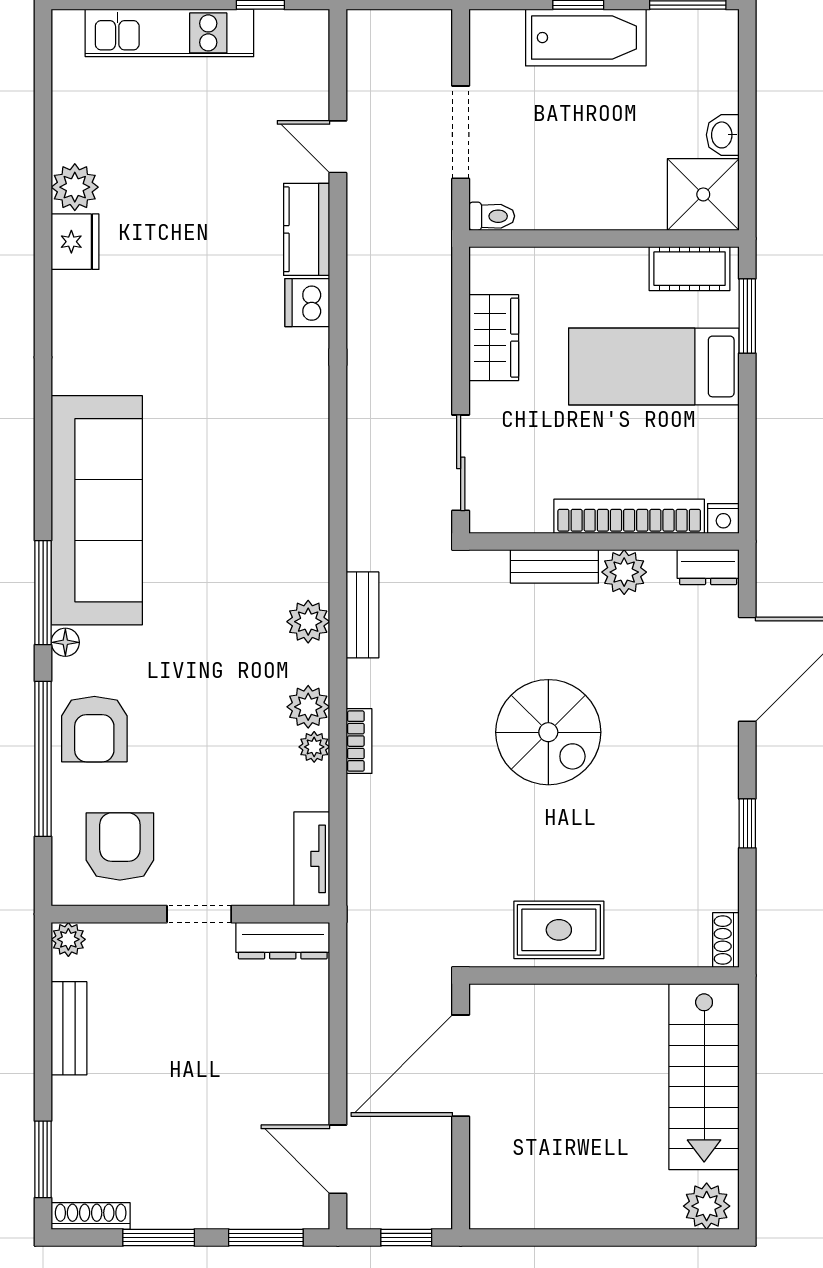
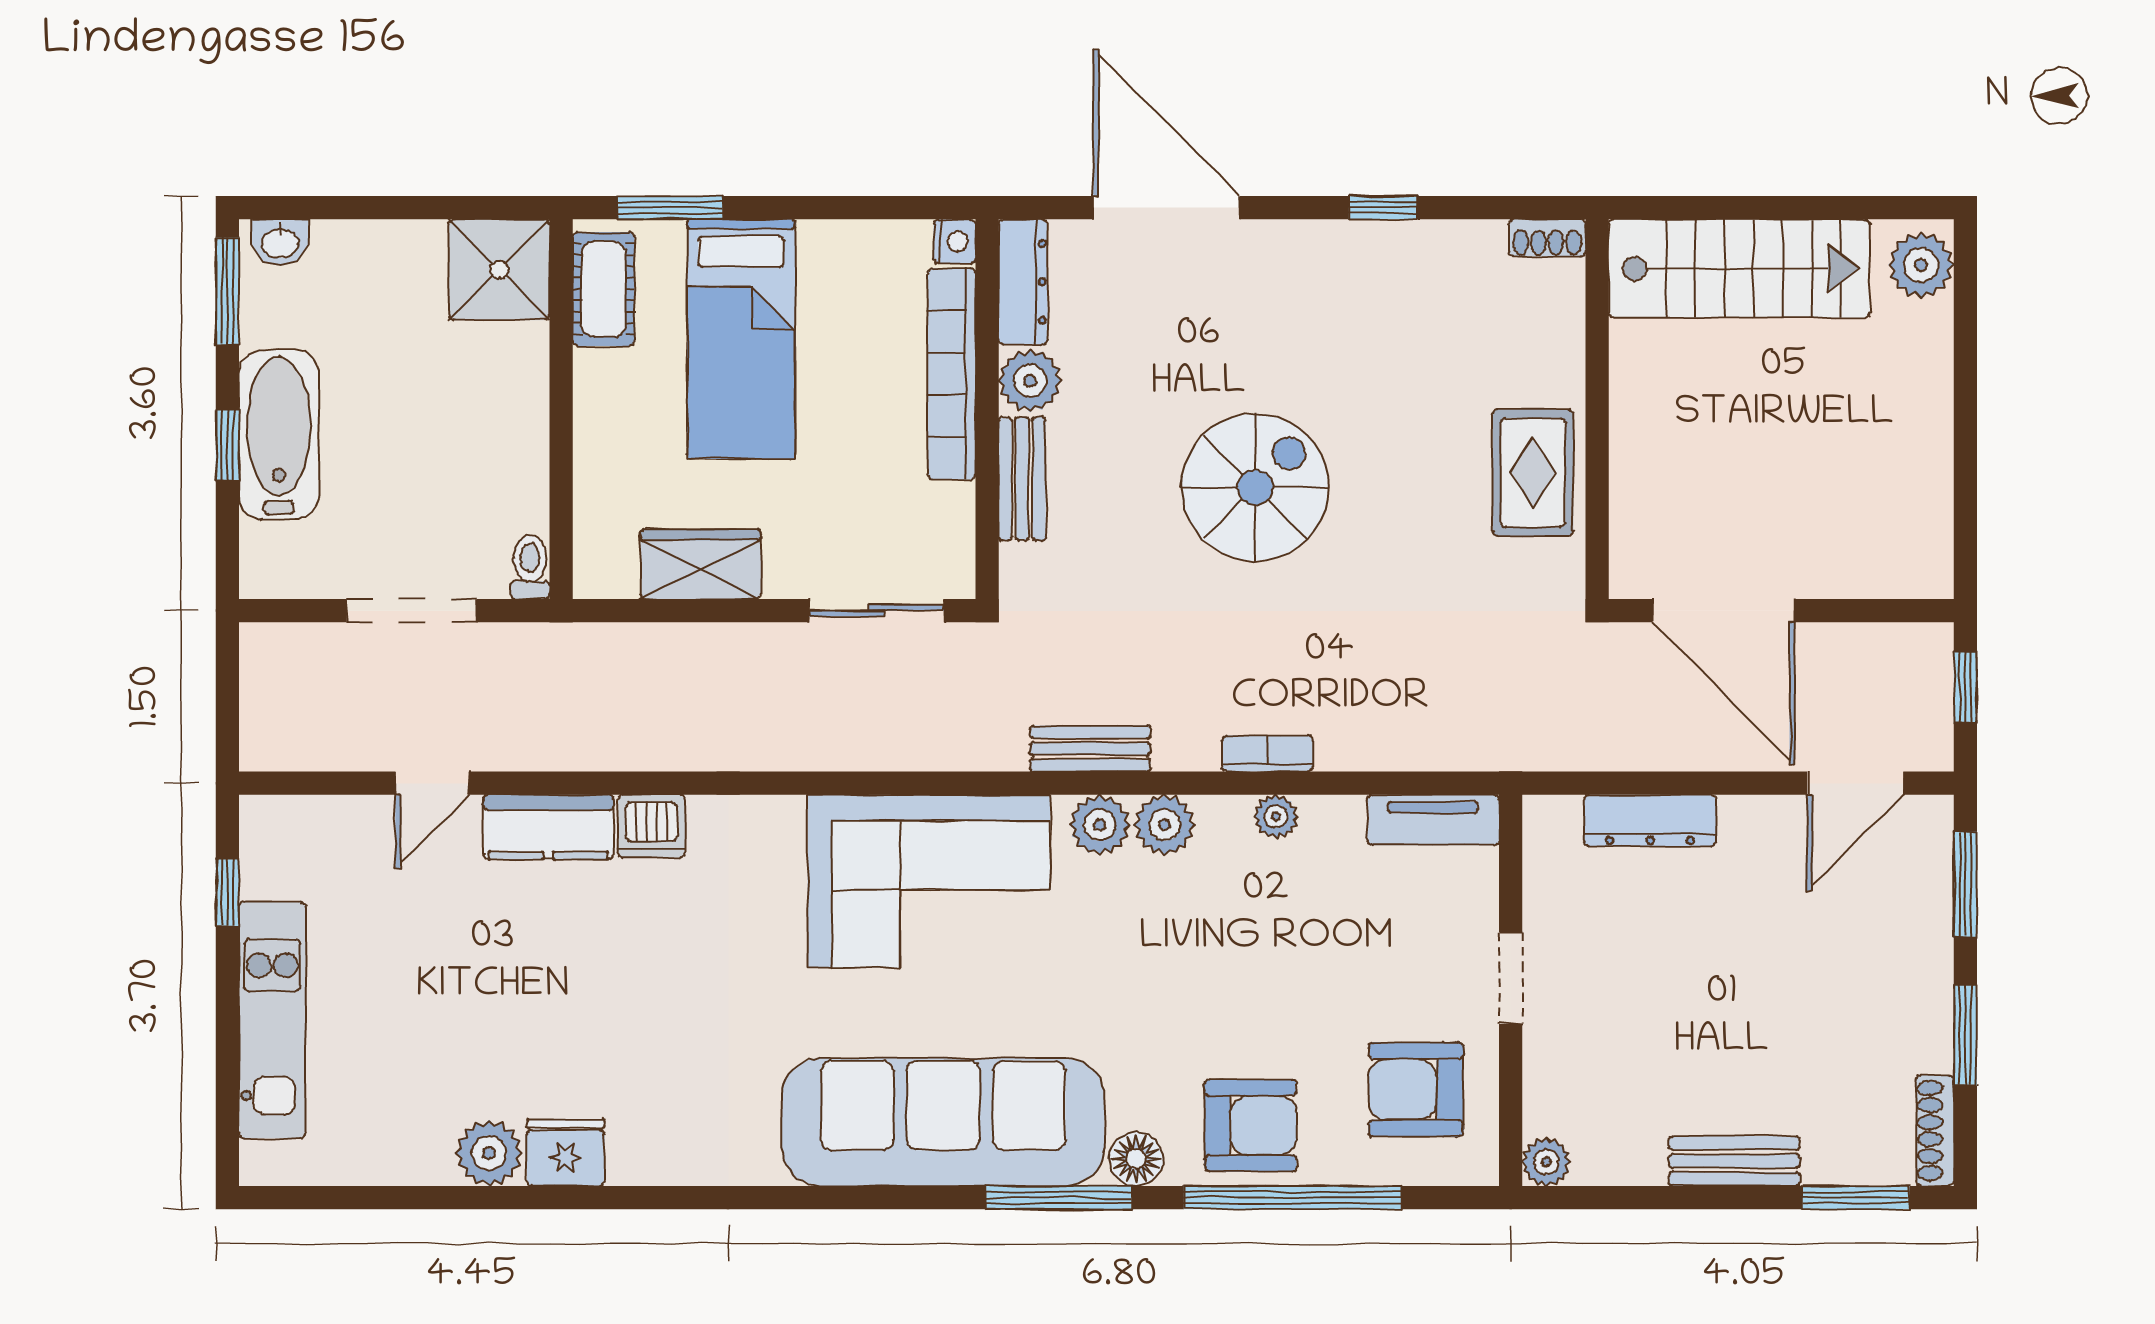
washbasin: (723, 135) -> (280, 242), moved
corner sofa: (268, 500) -> (929, 881), added
dresser: (708, 567) -> (1023, 282), width x1.44
floor lamp: (65, 642) -> (1136, 1159), width x1.37, depth x1.37
plant: (308, 707) -> (1165, 825), moved
dresser: (283, 941) -> (1650, 820), moved, turned 90
bench: (69, 1028) -> (1734, 1161), moved

